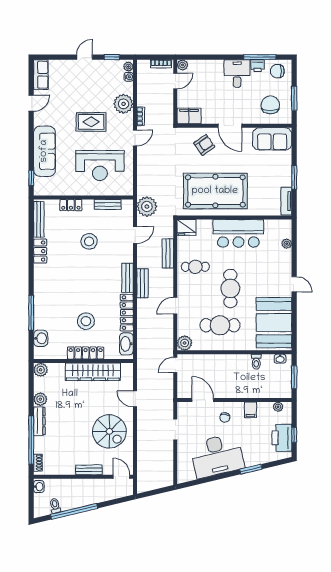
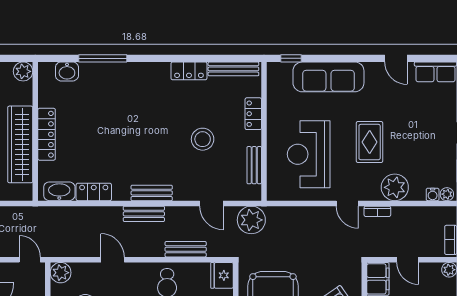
door: (175, 81) -> (408, 260), moved
locker: (127, 313) -> (94, 192), width x0.66
stool: (86, 321) -> (91, 135), removed

